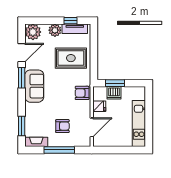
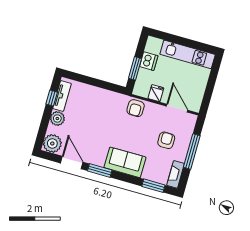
rug: (71, 58) -> (93, 110), removed
sofa: (34, 86) -> (125, 162), moved
dishwasher: (114, 93) -> (149, 61), moved

